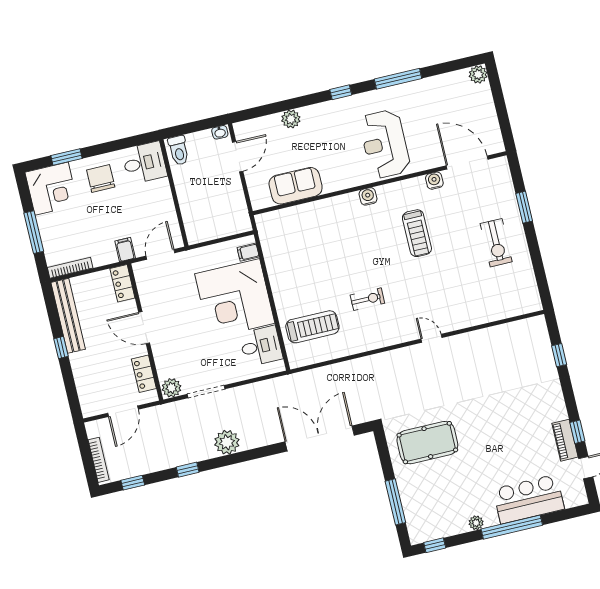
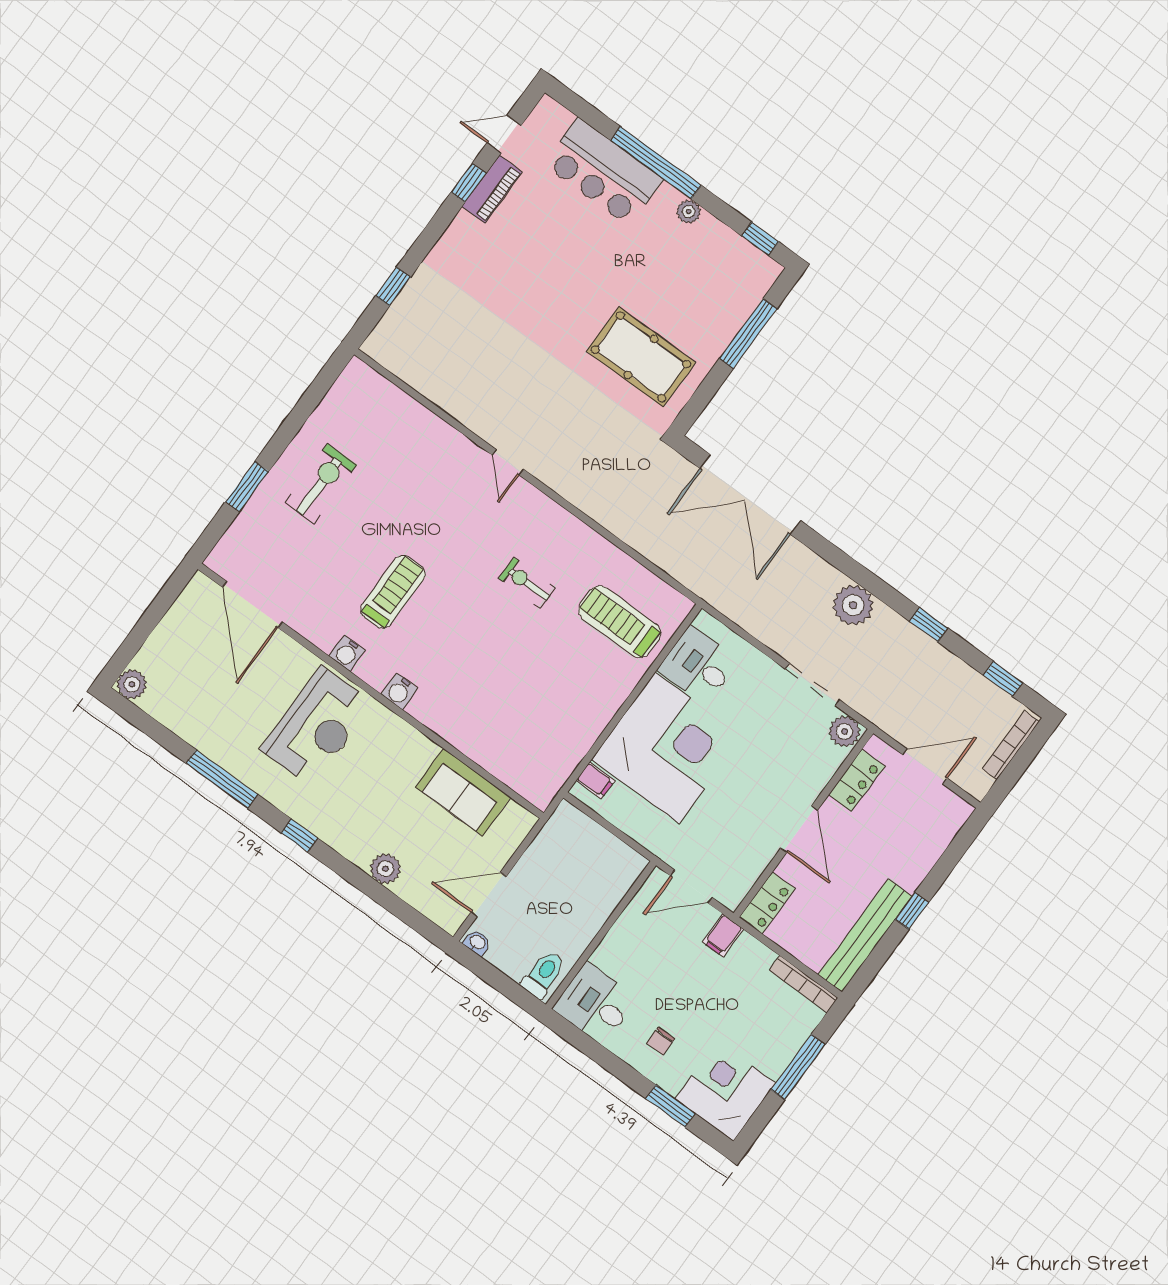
chair: (101, 178) -> (661, 1041), width x0.54, depth x0.54
water cooler: (434, 181) -> (347, 653), moved

